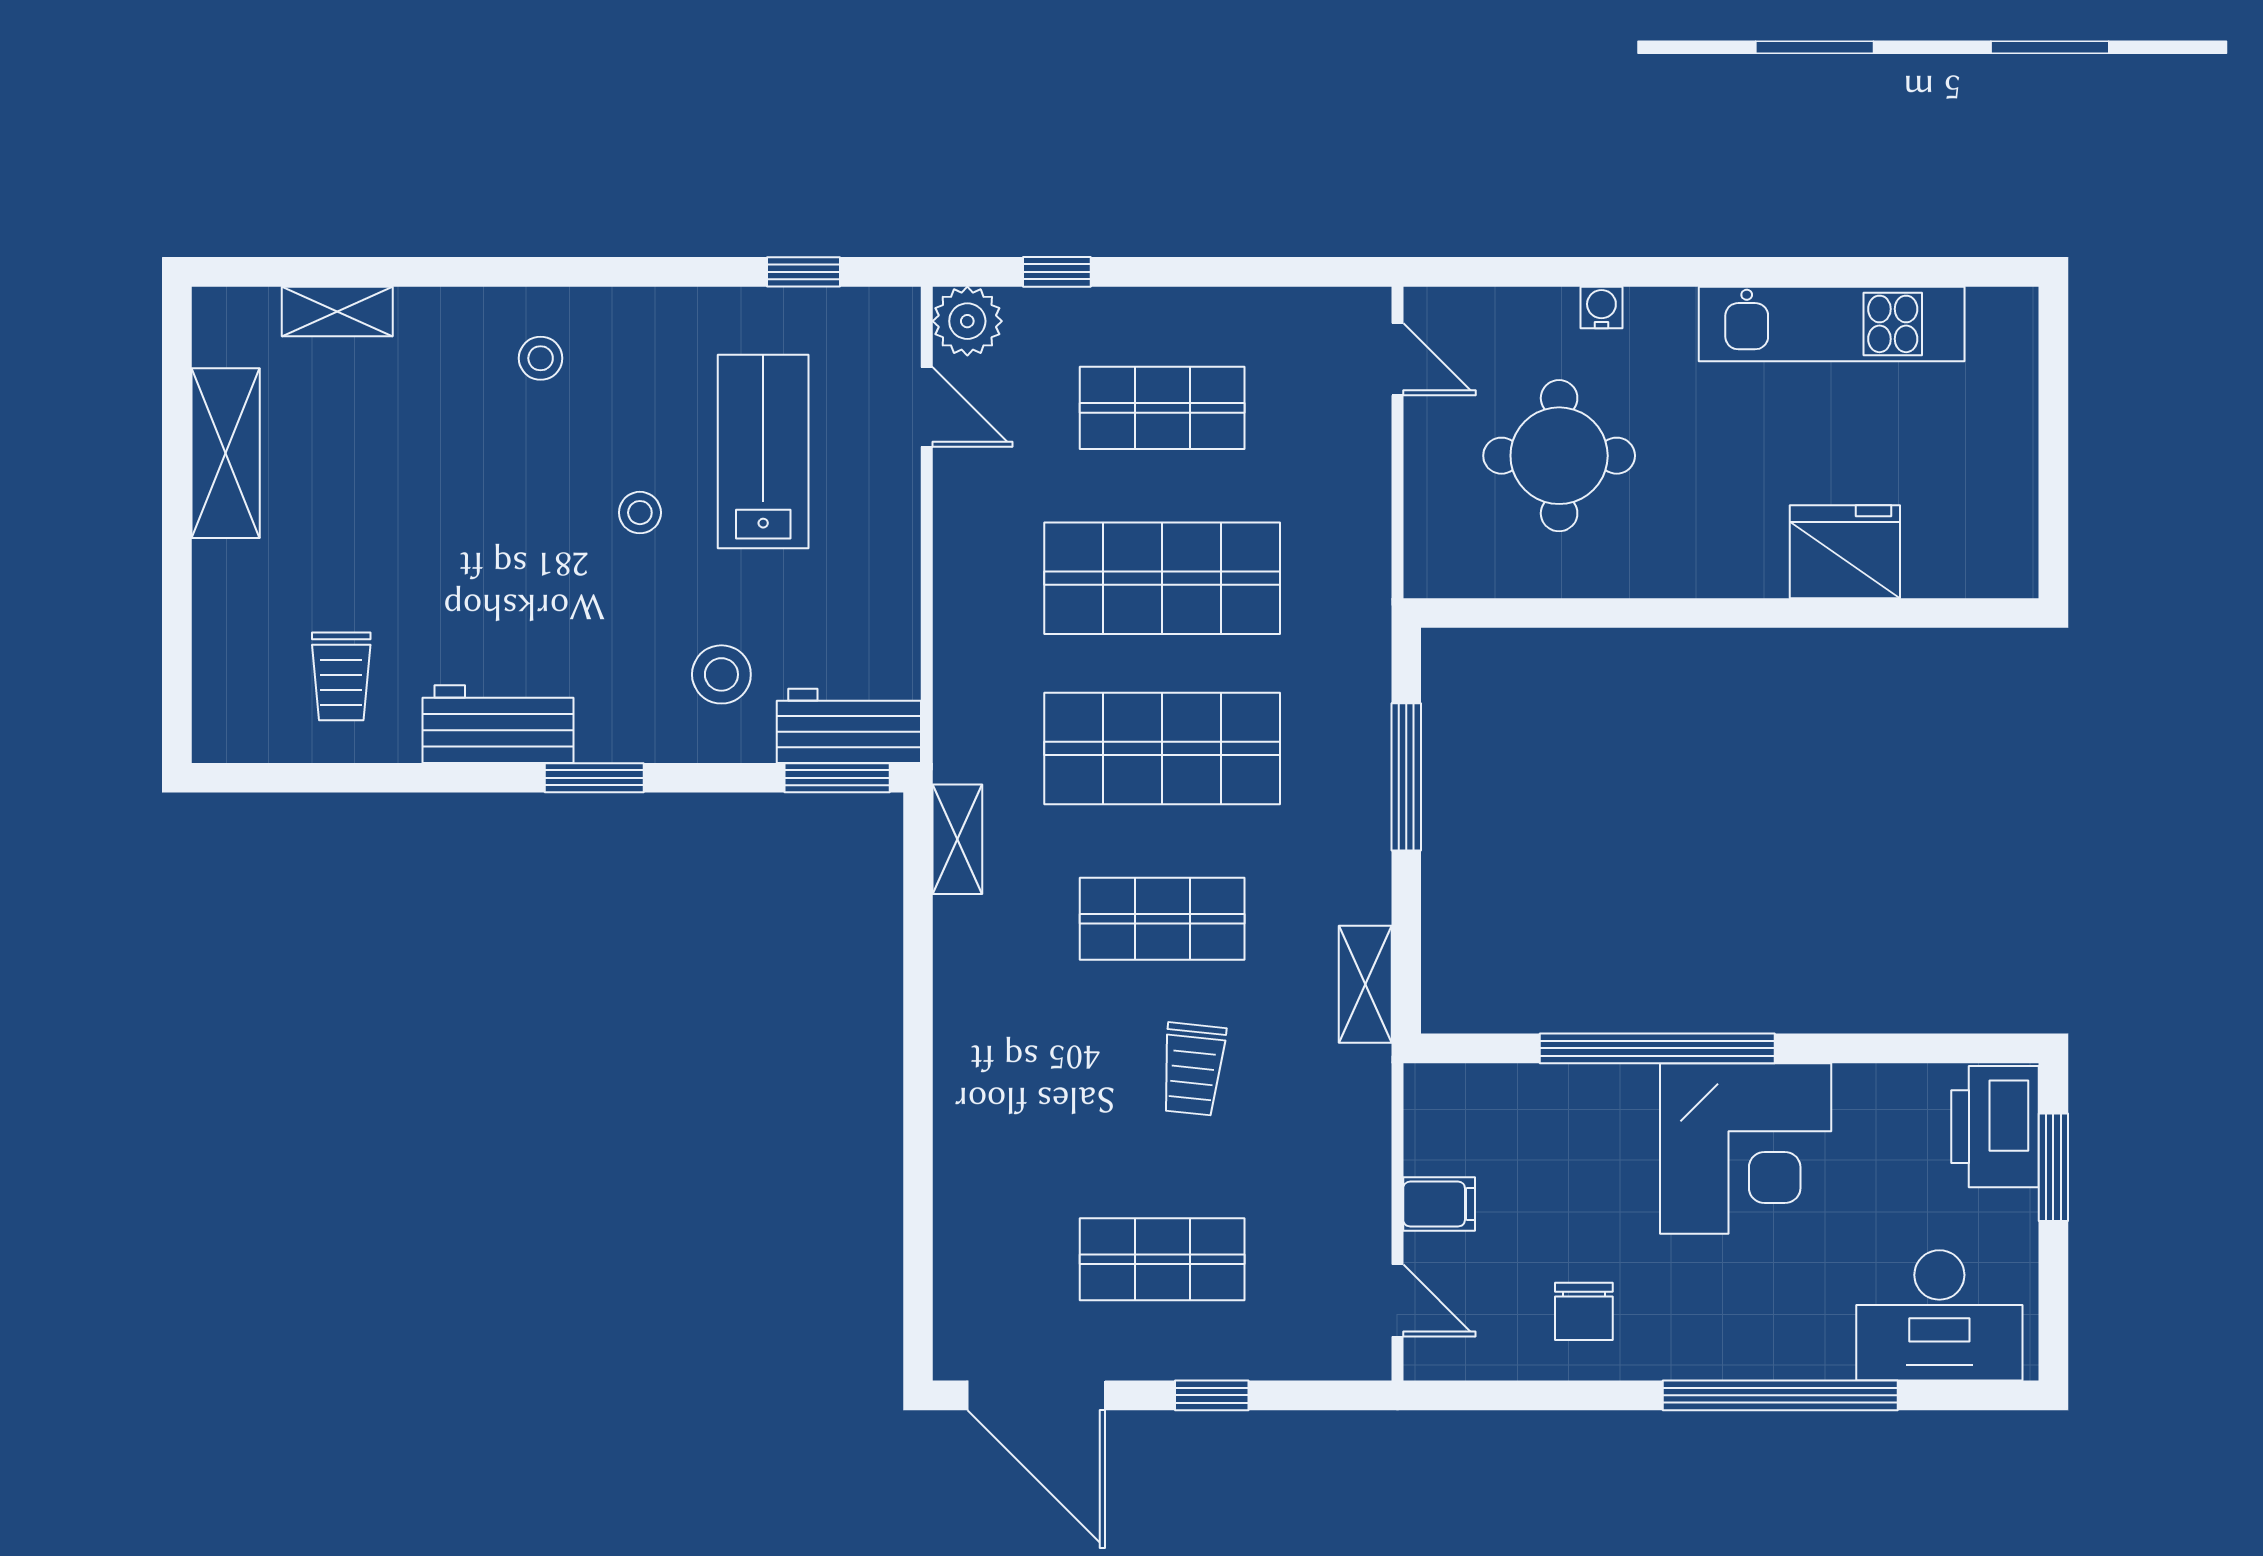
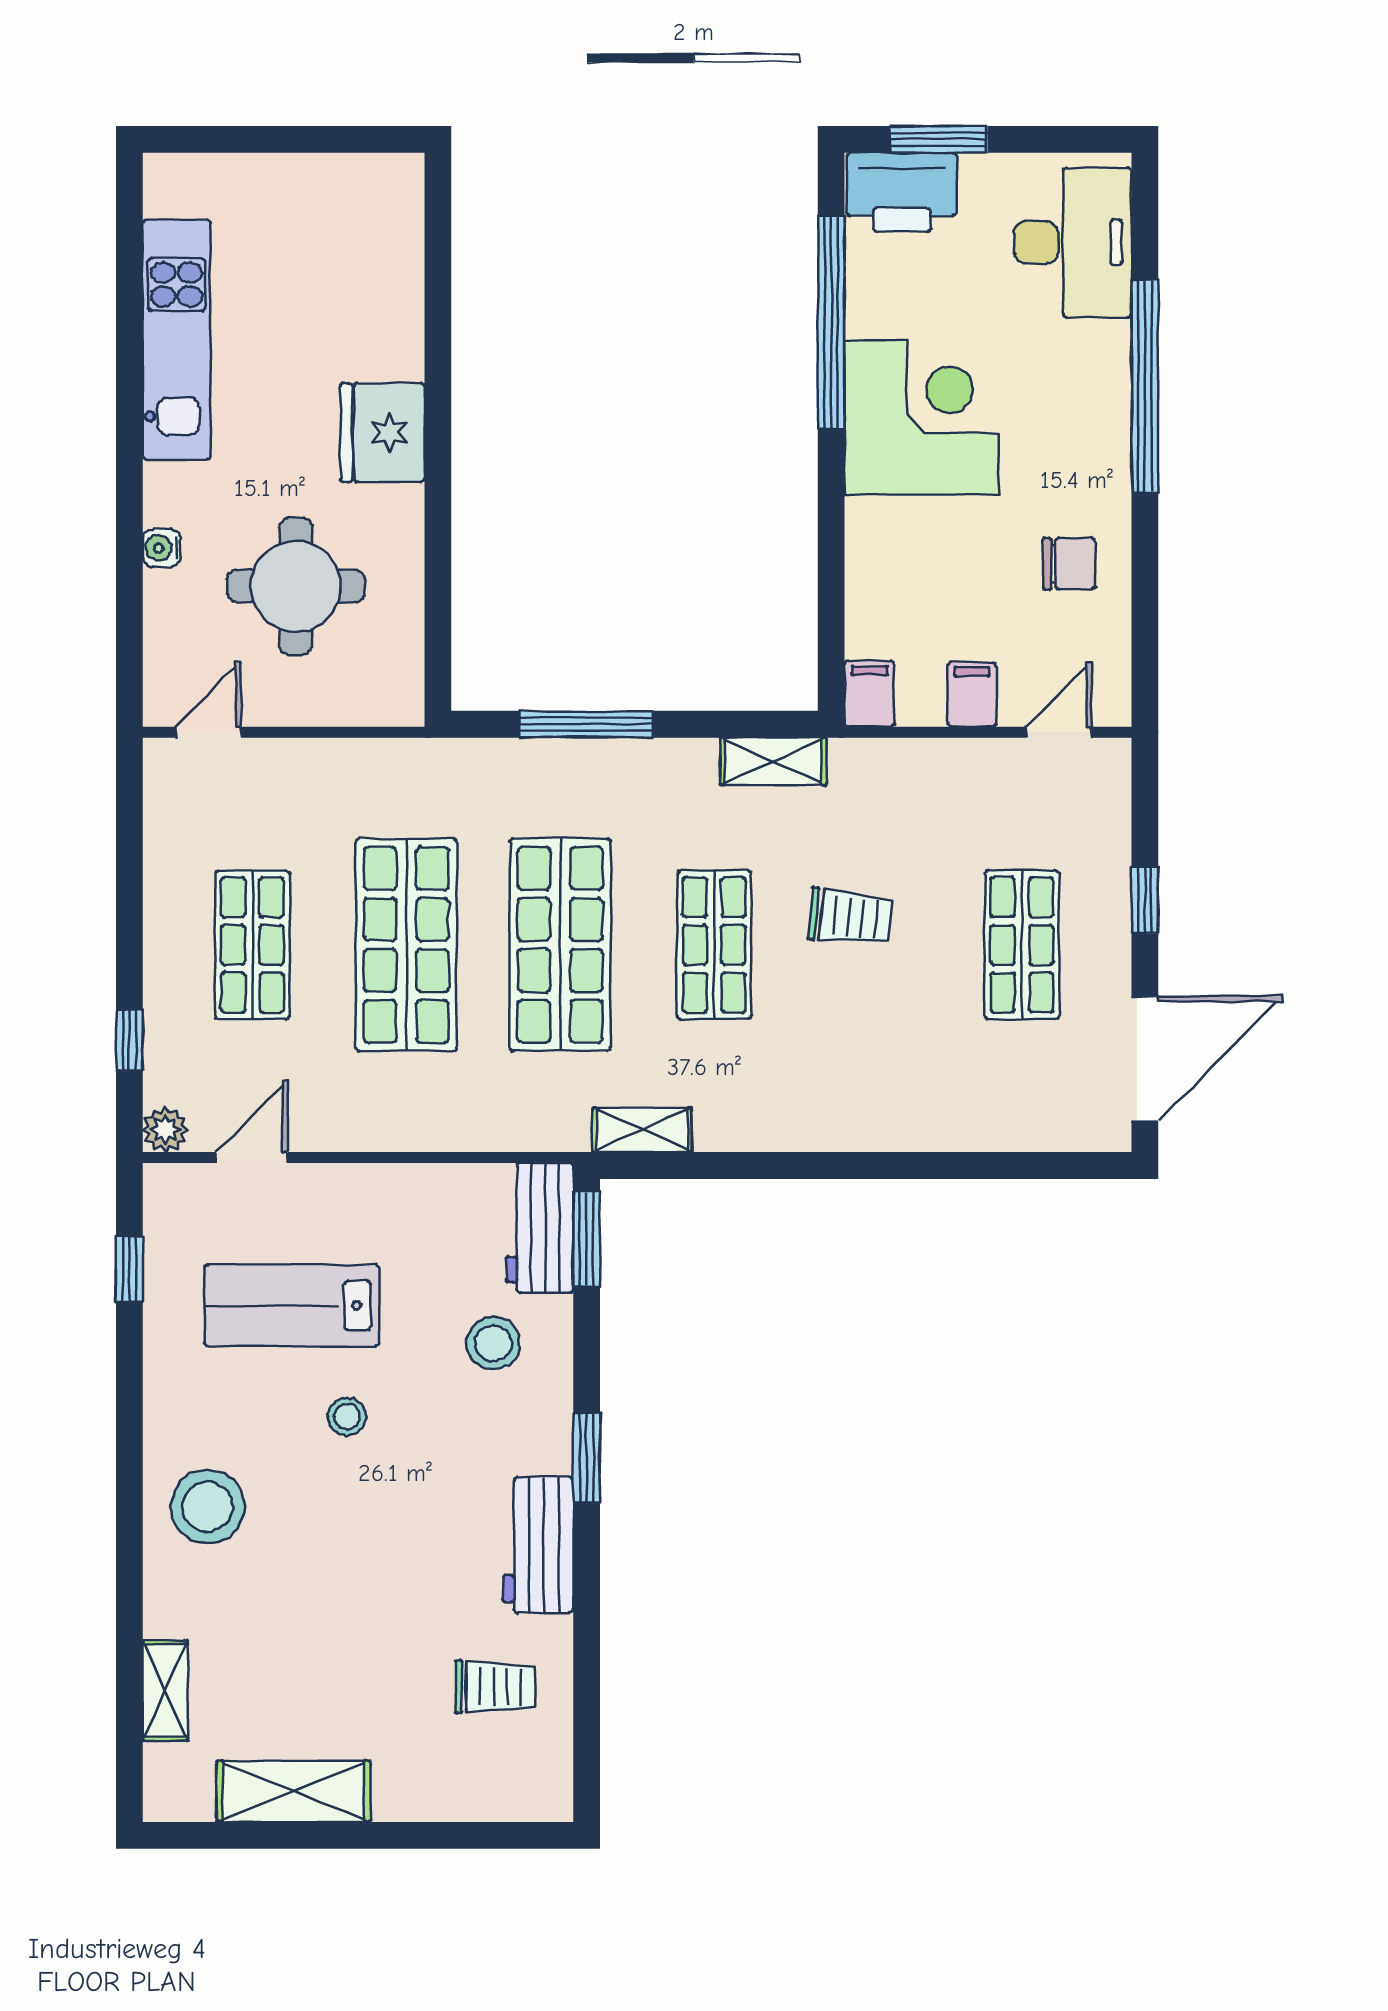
plant: (967, 321) -> (165, 1129), width x0.73, depth x0.73
stool: (541, 358) -> (208, 1507), width x1.89, depth x1.89
fridge: (1845, 552) -> (382, 433), moved
window: (1657, 1048) -> (831, 322), moved
filing cabinet: (1440, 1090) -> (869, 694), added

